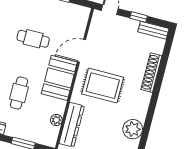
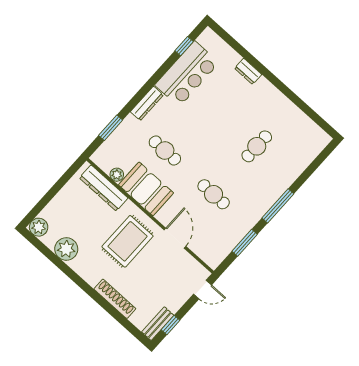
window: (139, 17) -> (171, 325), moved
cafe table: (33, 39) -> (214, 194), turned 90
booth: (59, 78) -> (146, 189), moved

